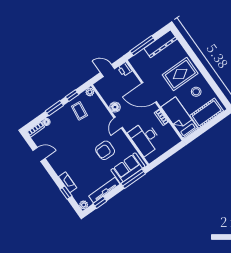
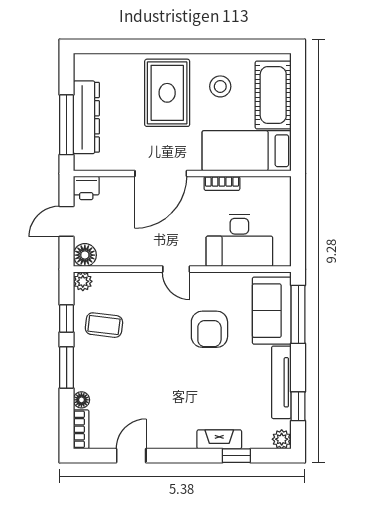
dresser: (161, 44) -> (86, 117), moved
floor lamp: (115, 107) -> (85, 255), moved

